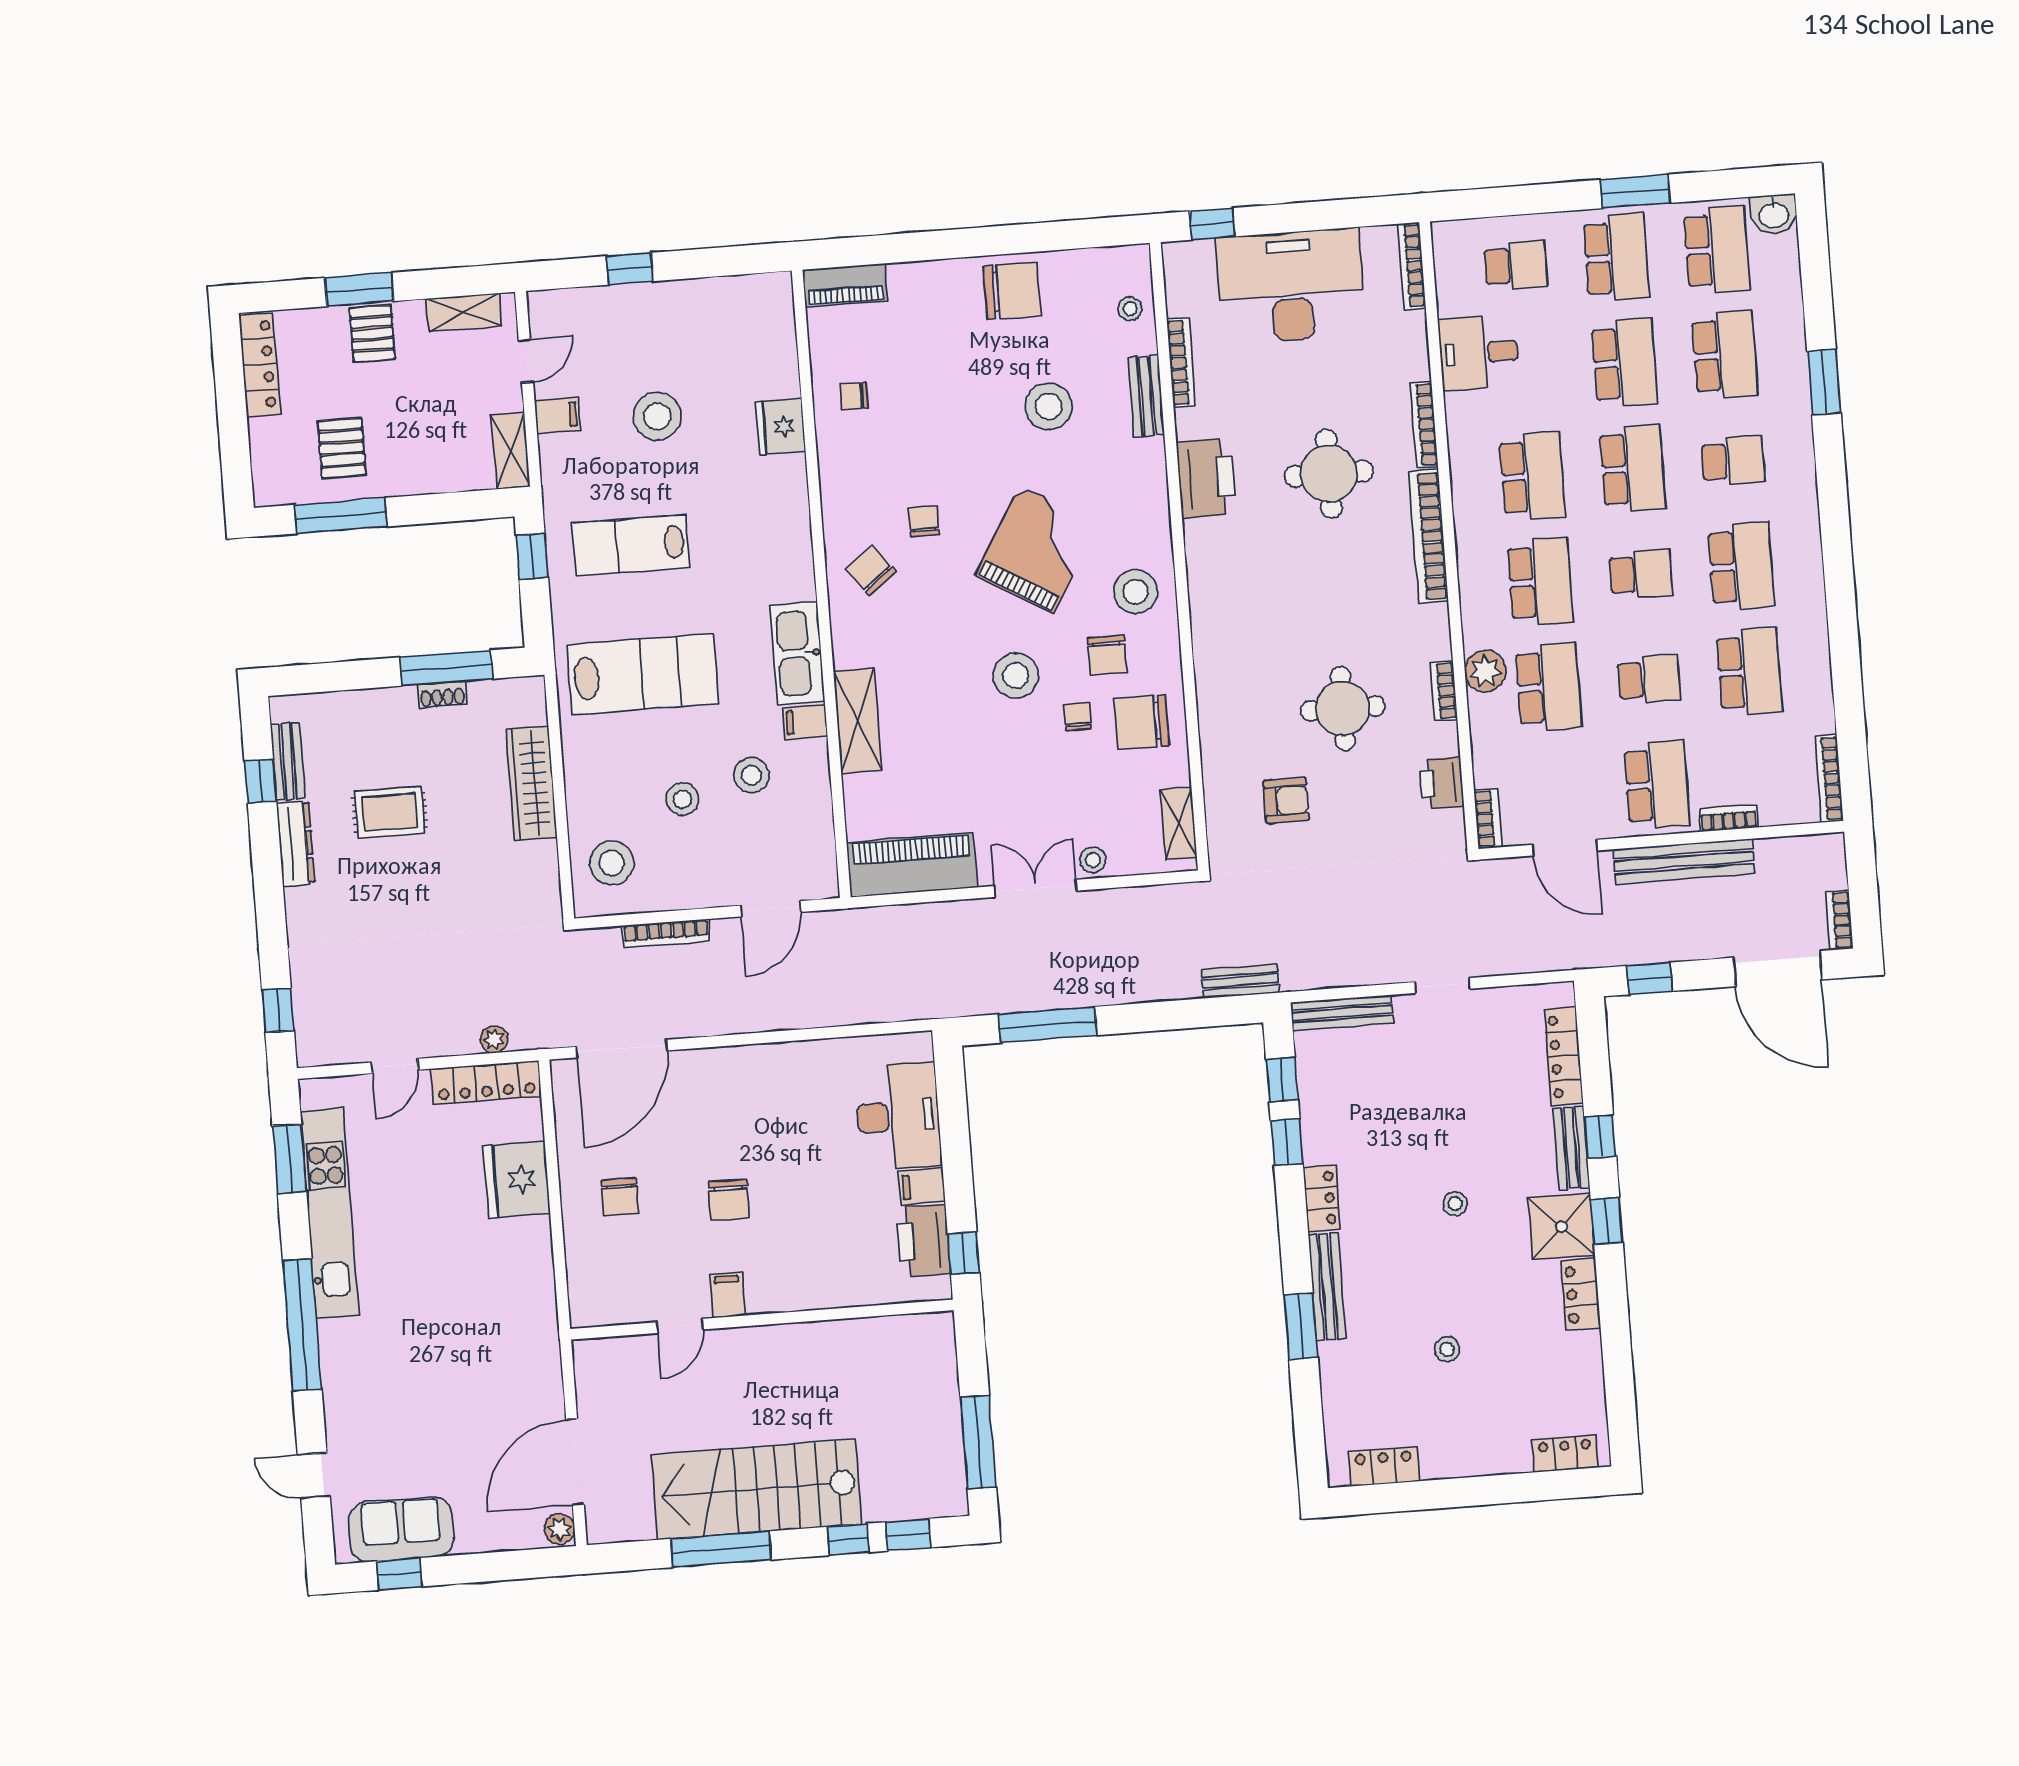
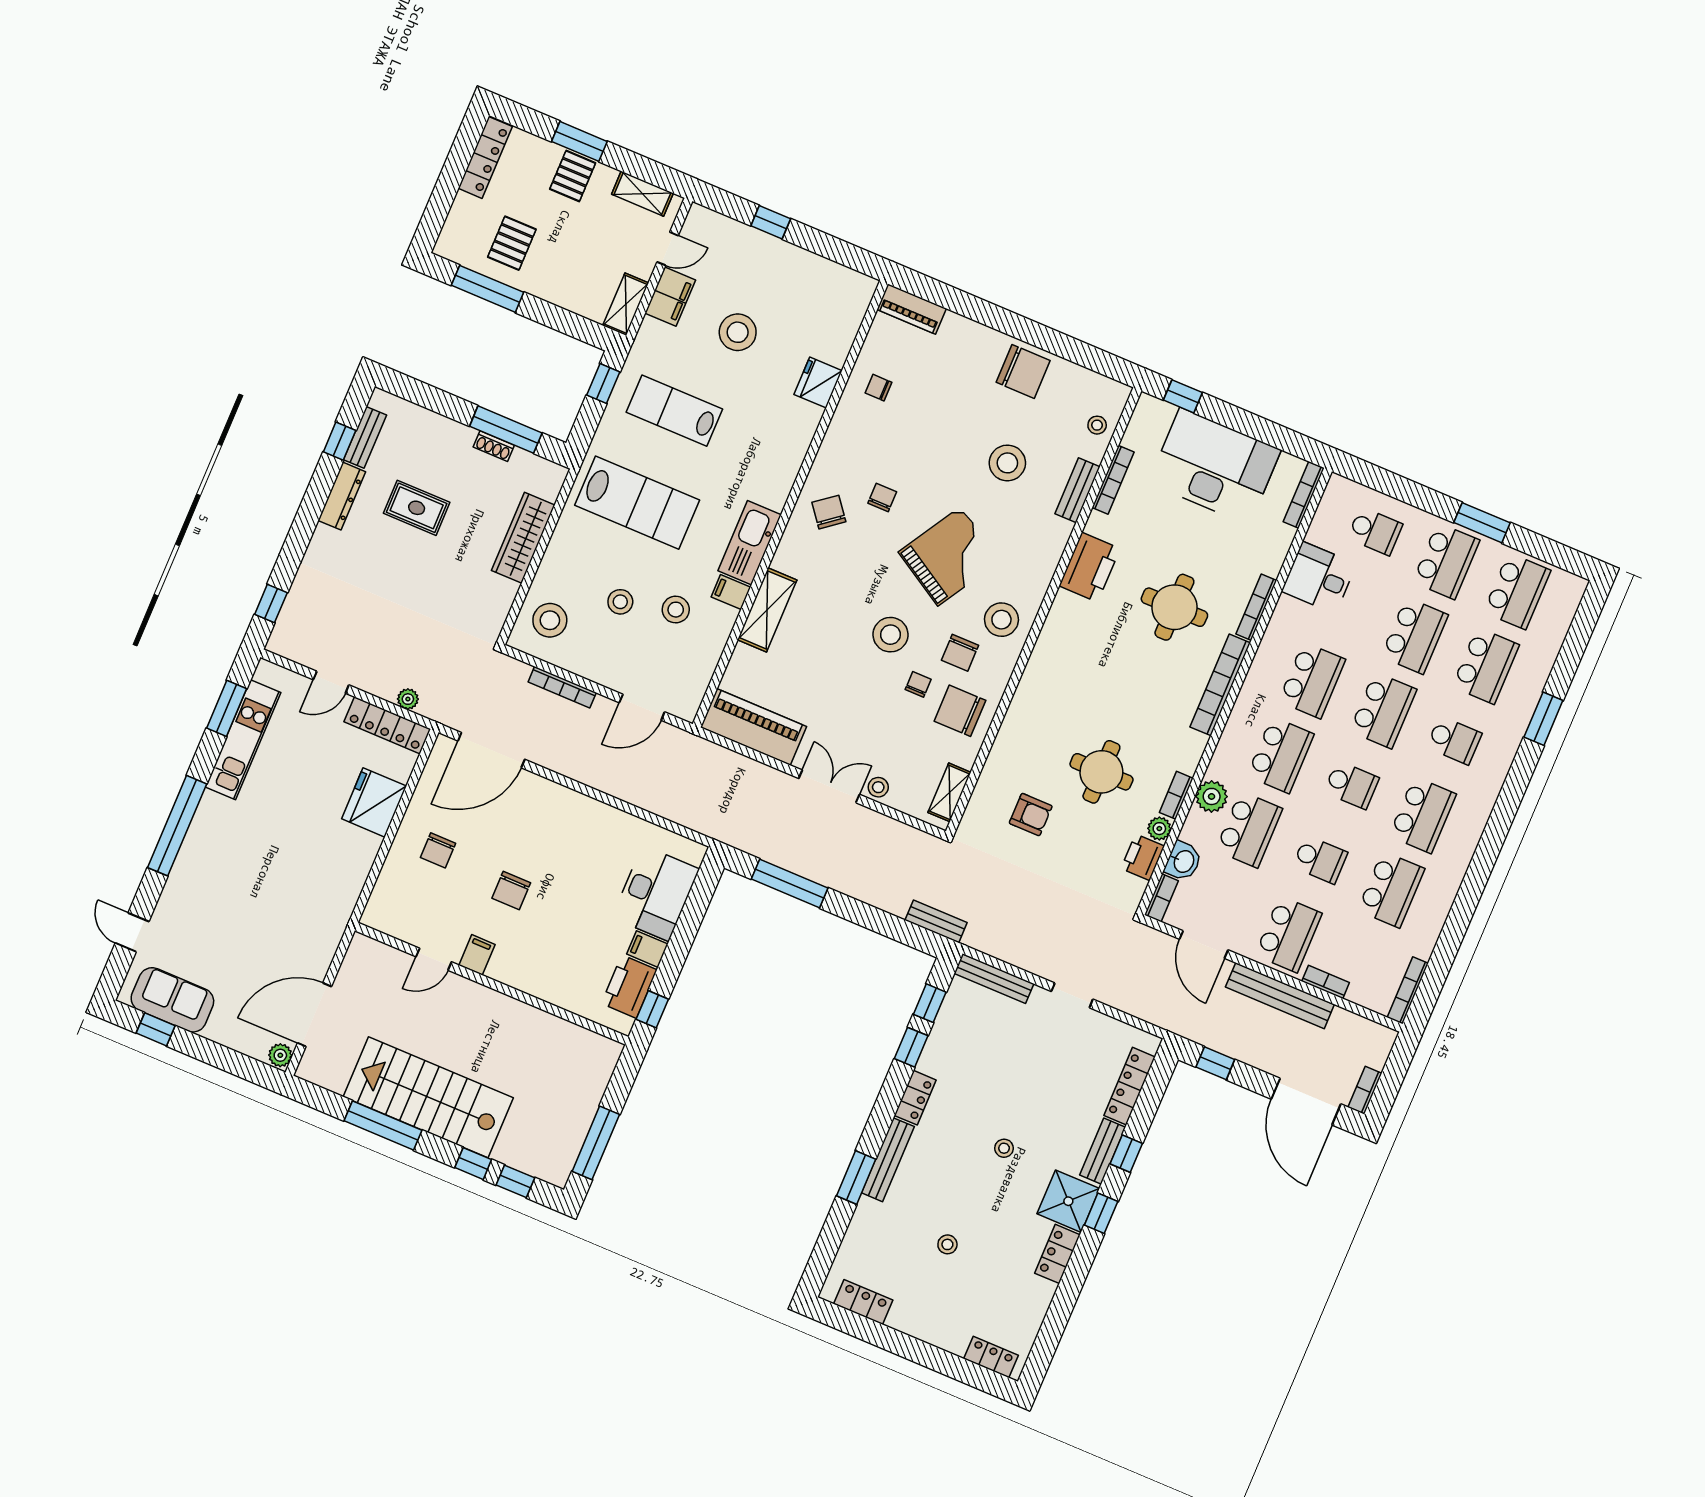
washbasin: (1774, 214) -> (1183, 861), moved, turned -90
filing cabinet: (557, 415) -> (670, 297), width x2.00
plant: (1444, 740) -> (1159, 829), added
kitchen unit: (329, 1213) -> (243, 740), width x0.73

